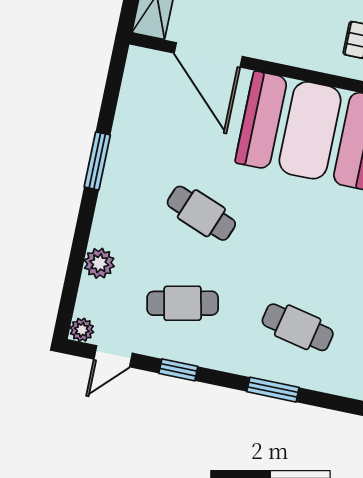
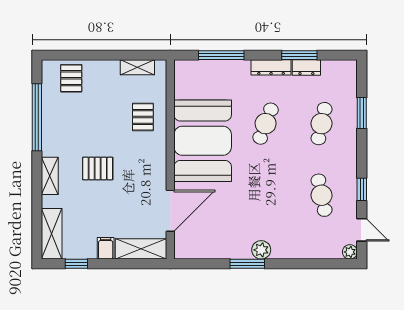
cafe table: (201, 213) -> (266, 124), moved
plant: (99, 263) -> (261, 250), moved
window: (273, 390) -> (362, 113), moved

